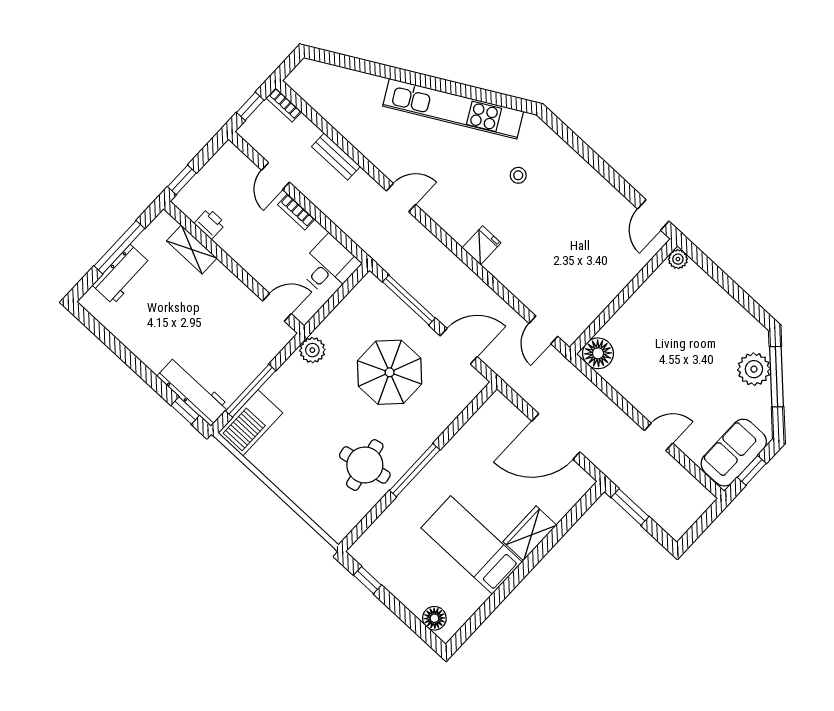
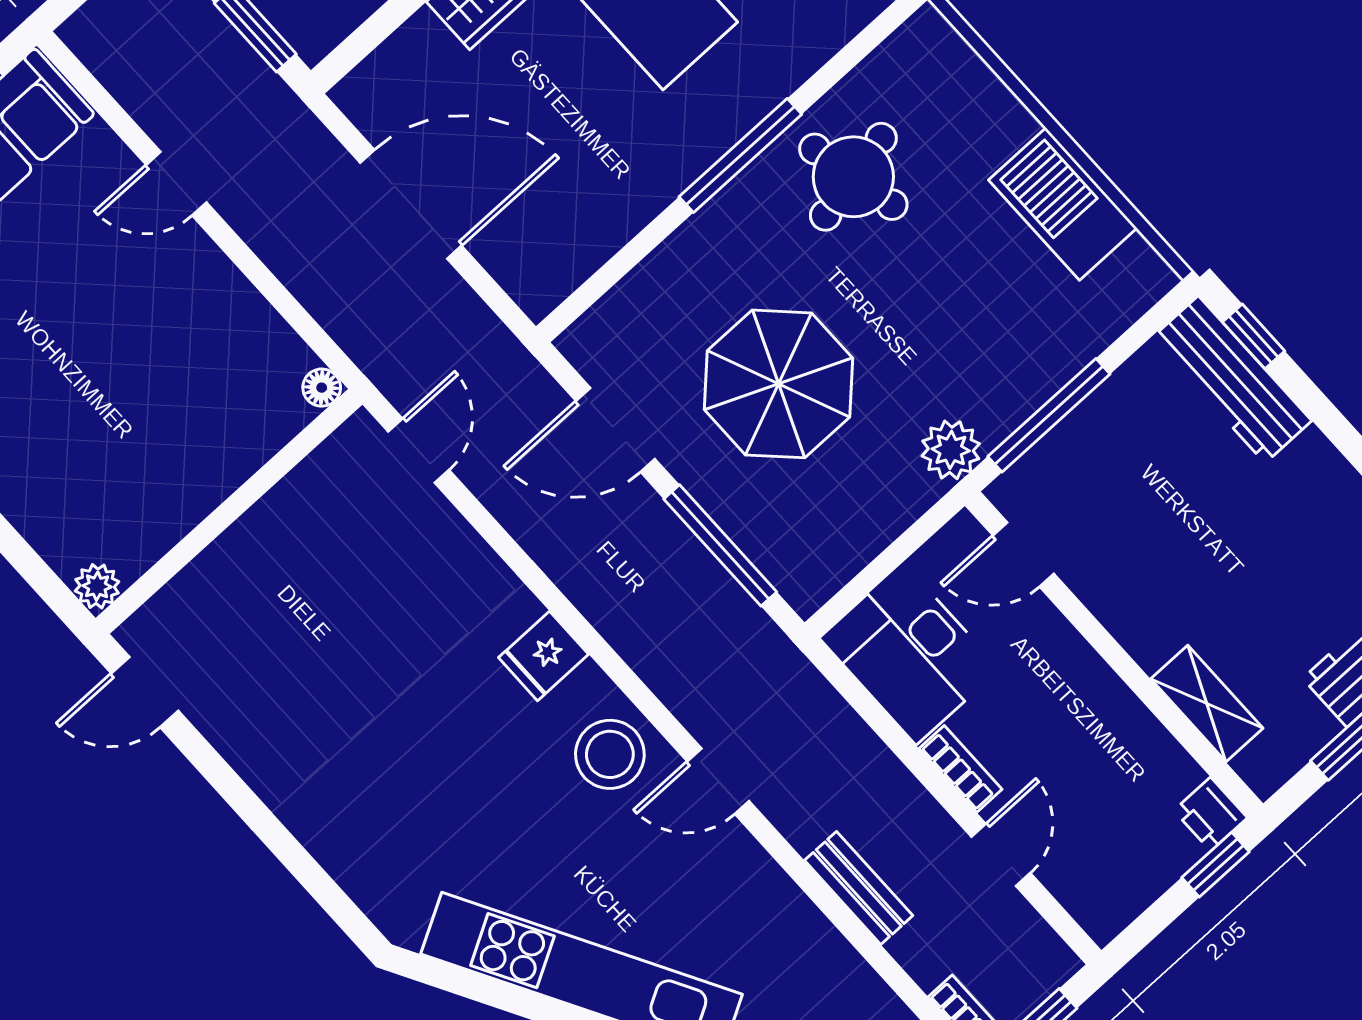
stool: (518, 175) -> (610, 754), moved, width x1.89, depth x1.89
door: (653, 215) -> (145, 692), swing flipped
printer: (210, 224) -> (1211, 814), moved
desk: (329, 266) -> (909, 654), width x1.37
floor lamp: (598, 353) -> (322, 388), width x0.53, depth x0.53
window: (251, 391) -> (1049, 415), moved
barbecue: (250, 423) -> (1063, 204), moved, turned -90

